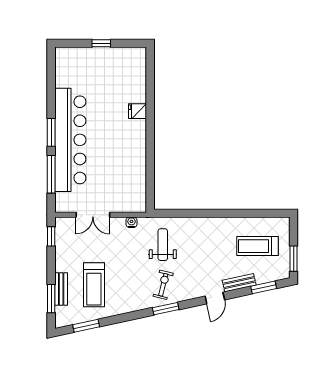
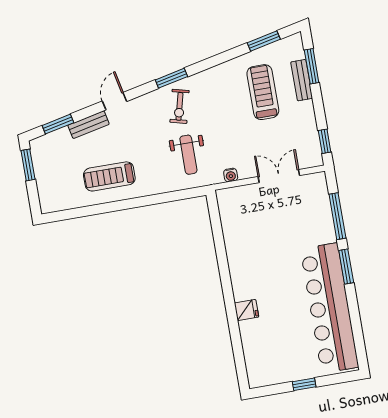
bar counter: (70, 140) -> (330, 308), moved
treadmill: (258, 246) -> (109, 176), moved, turned 180

